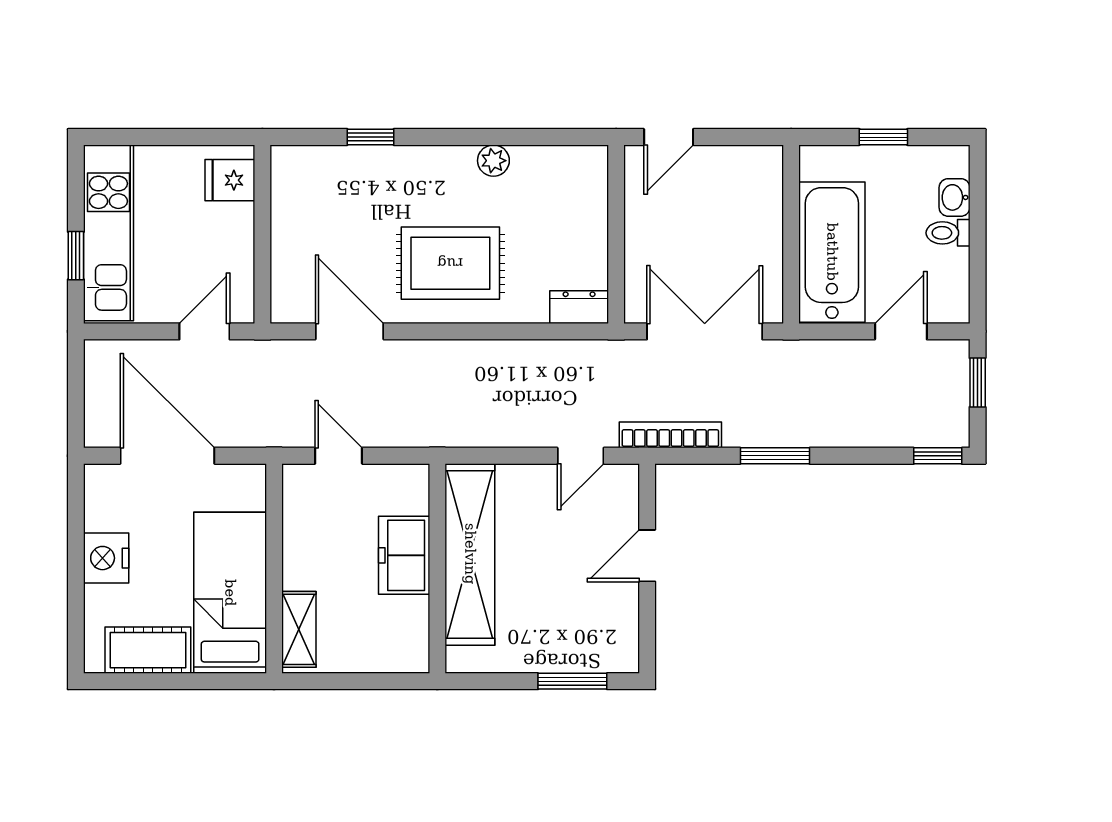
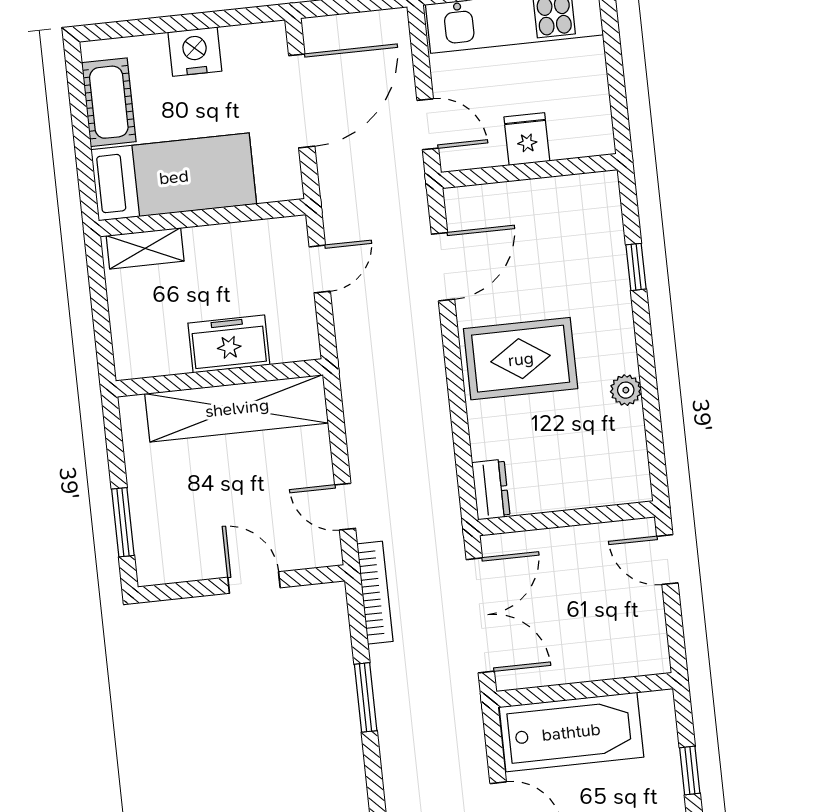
fridge: (230, 180) -> (527, 139), moved
rug: (450, 263) -> (521, 359), turned 90

